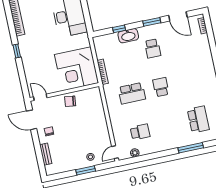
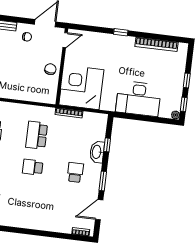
school desk: (153, 48) -> (75, 172), turned 90
school desk: (161, 87) -> (33, 167), turned 180

